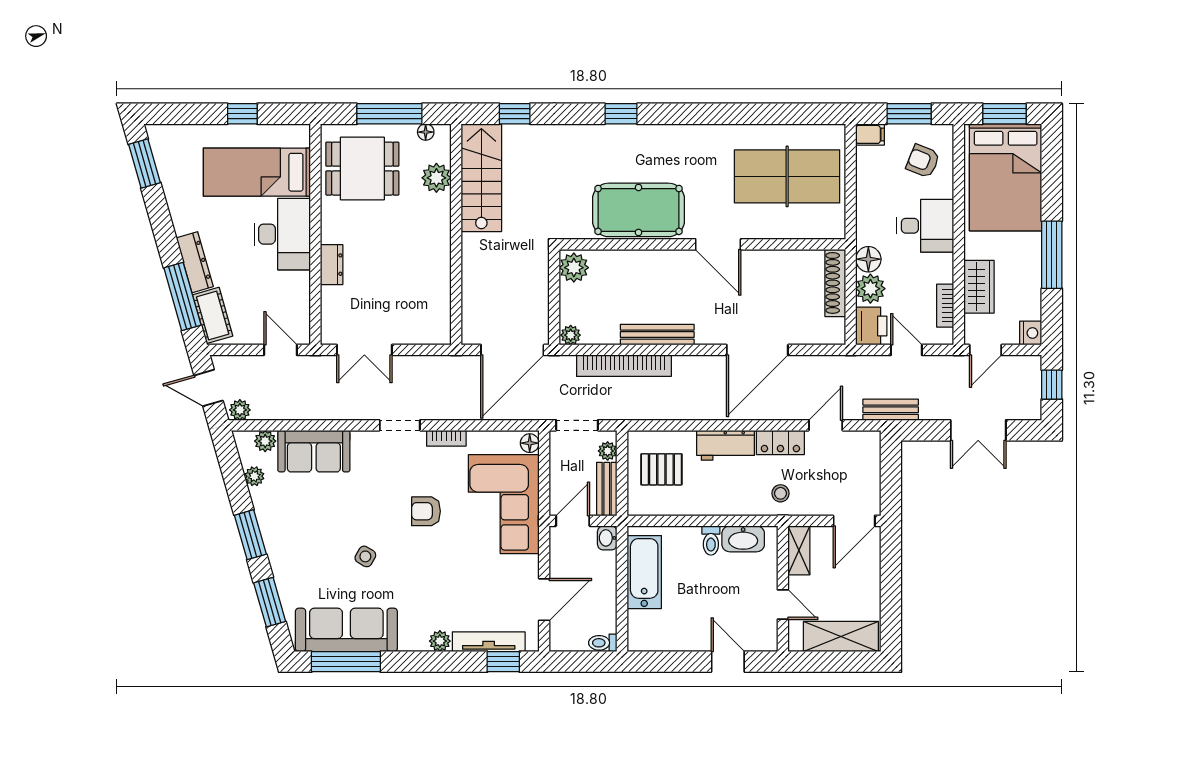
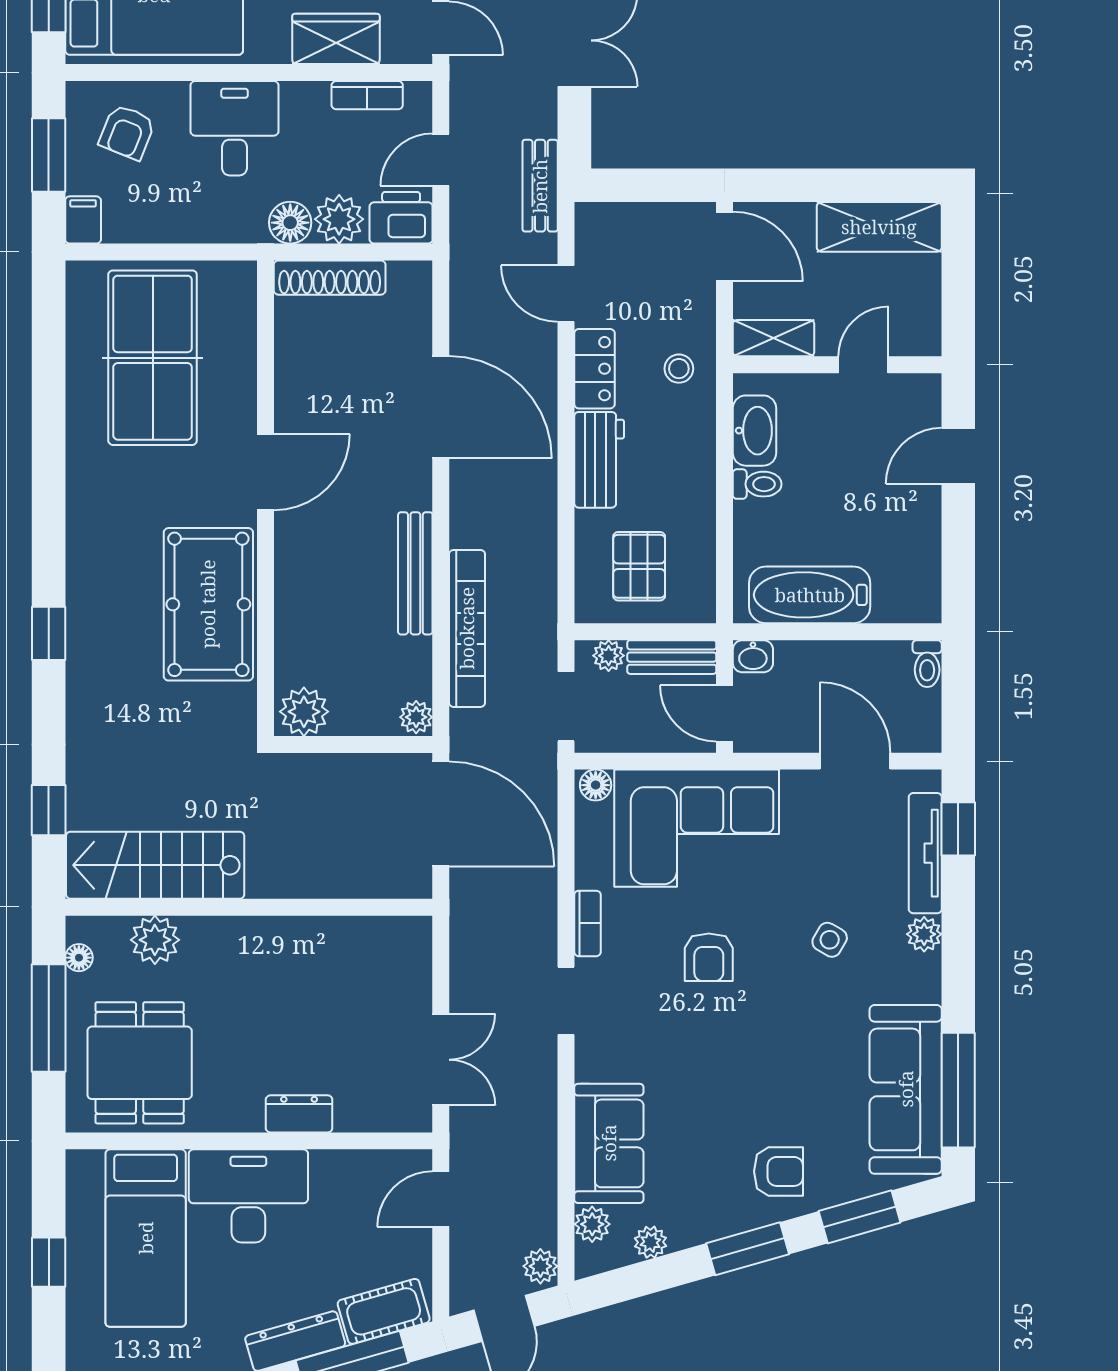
armchair: (297, 553) -> (778, 1171), added
side table: (365, 556) -> (830, 940), moved
shelving: (841, 637) -> (879, 227), moved, turned 90

